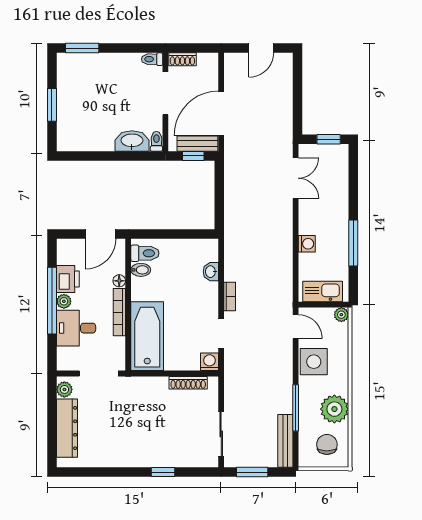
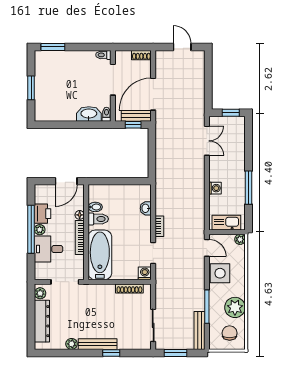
door: (261, 48) -> (182, 47), swing flipped
shoe rack: (182, 59) -> (141, 55), moved
toilet: (145, 253) -> (98, 219), moved
plant: (108, 460) -> (72, 344), added
bench: (144, 460) -> (98, 344), added

